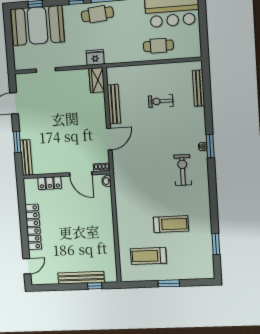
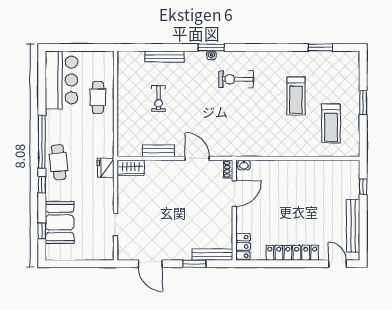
booth: (38, 25) -> (60, 222), width x0.73, depth x0.70
bench: (199, 88) -> (164, 56), moved
bench: (114, 104) -> (158, 151), width x0.73
locker: (50, 183) -> (243, 246), moved
treadmill: (171, 224) -> (296, 96), turned 180
bench: (81, 278) -> (353, 226), moved

